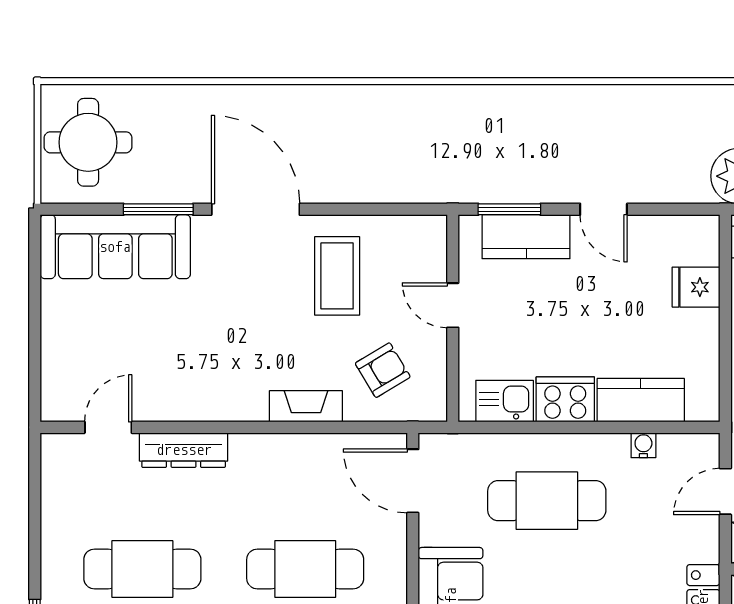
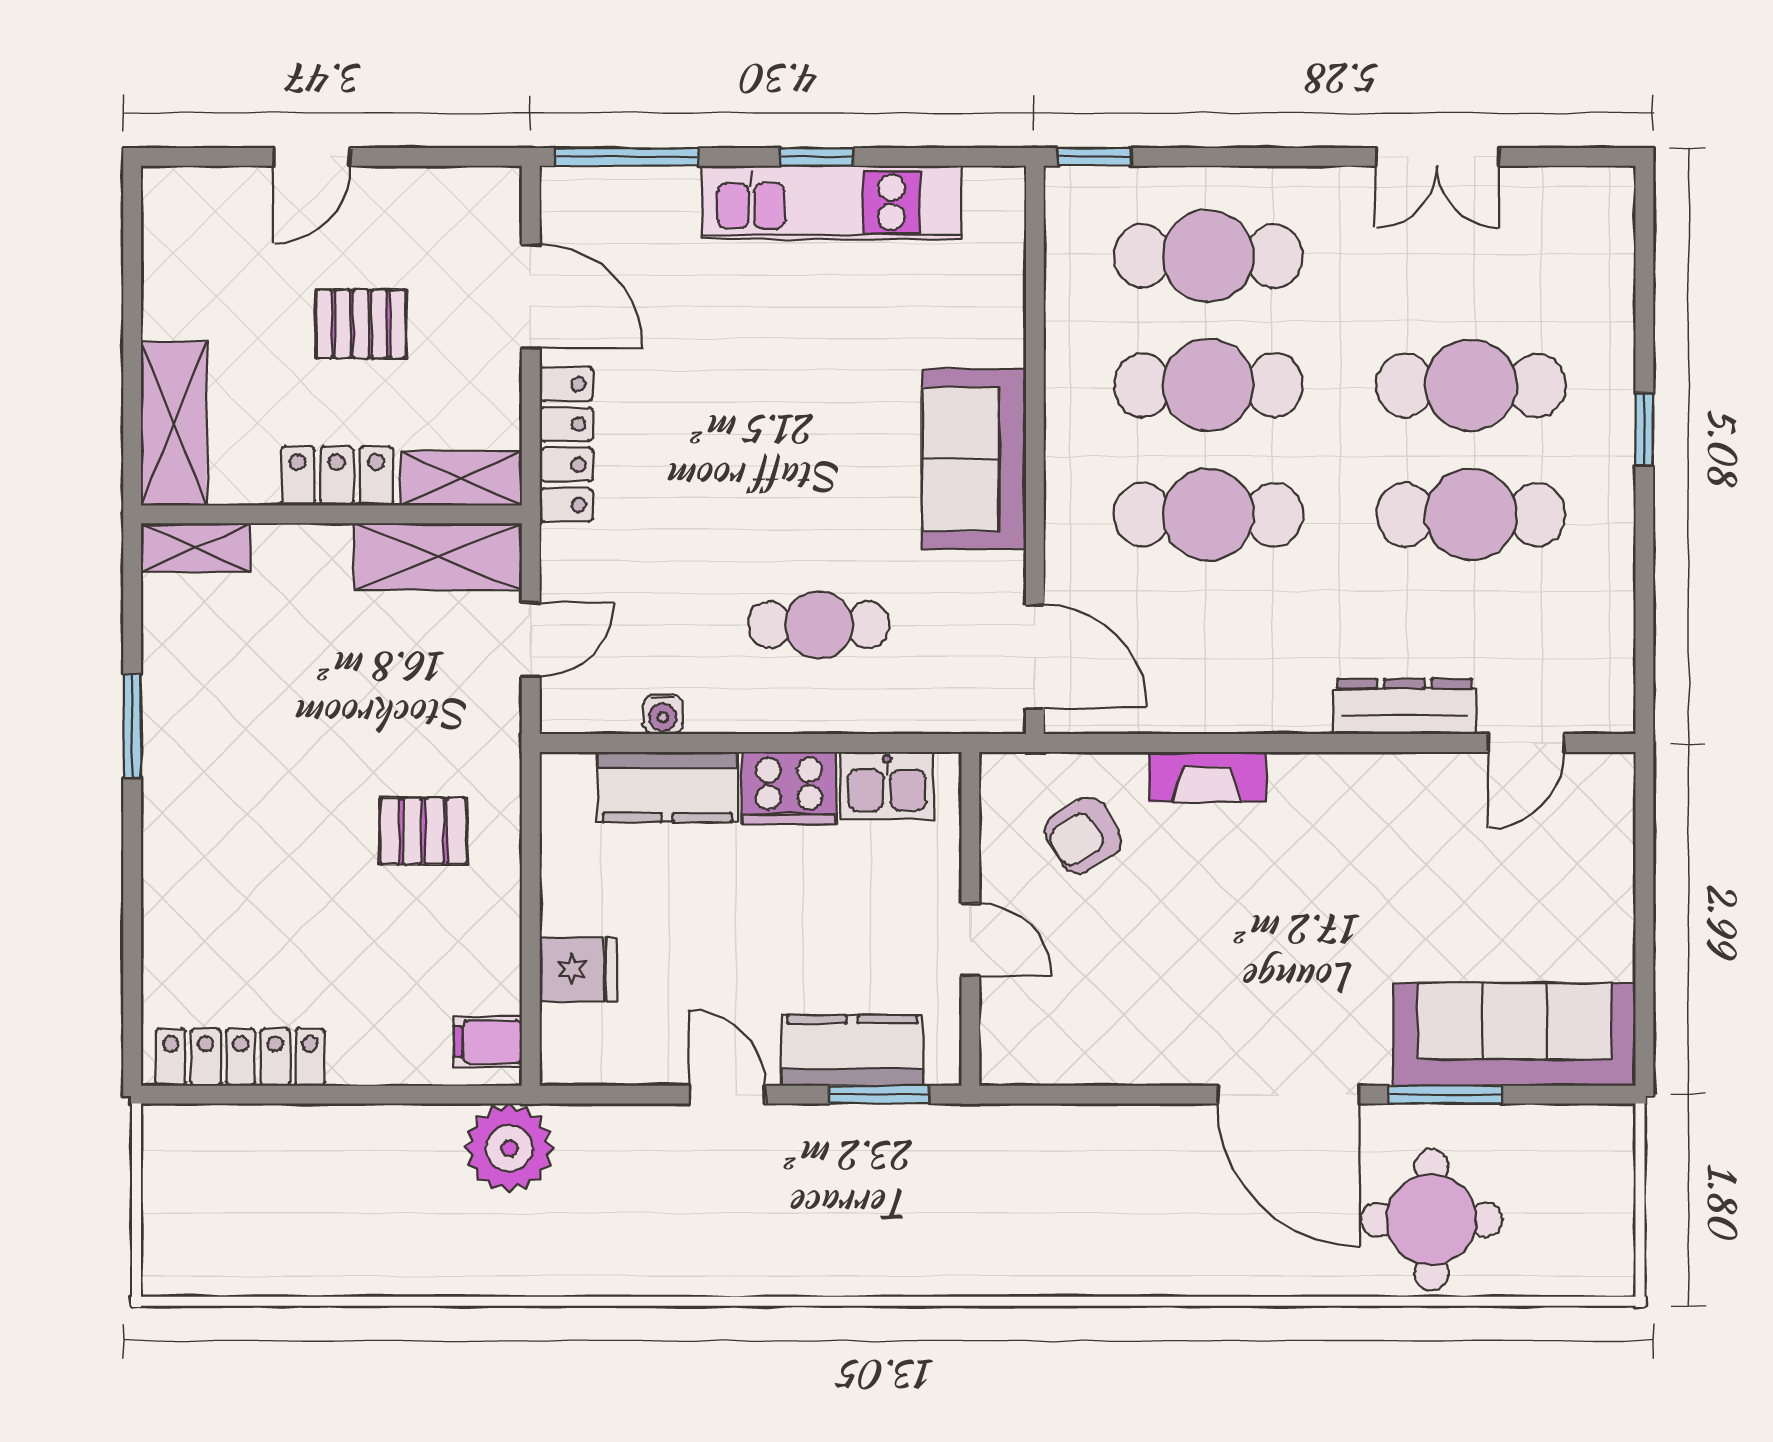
round table: (88, 142) -> (1432, 1220), moved
coffee table: (337, 276) -> (1157, 987), removed
cafe table: (547, 501) -> (819, 625), width x0.73, depth x0.74

